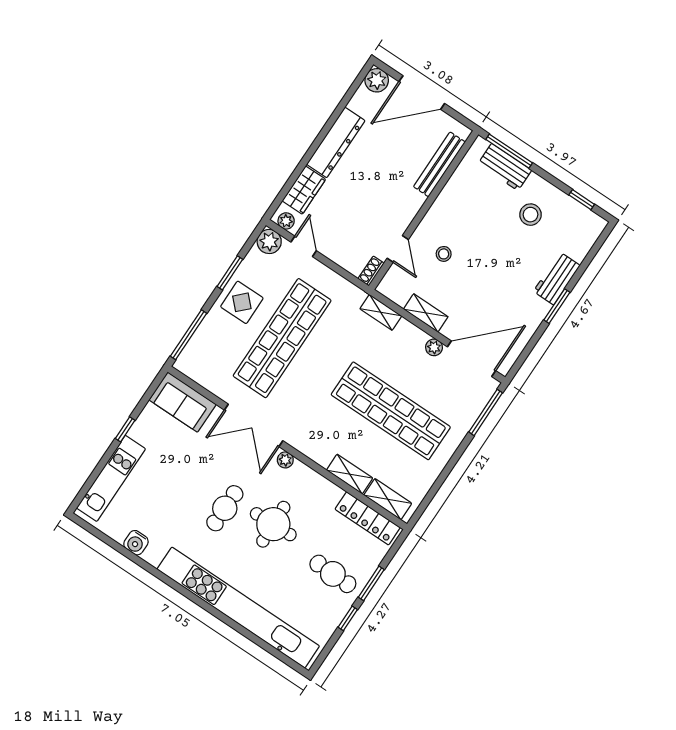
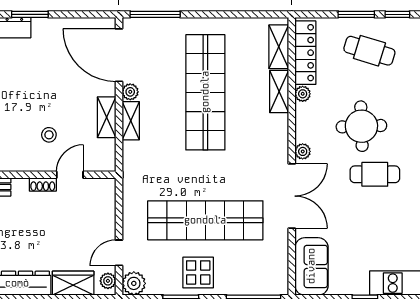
shoe rack: (371, 271) -> (43, 184), moved
shelving: (381, 312) -> (131, 121), moved
plant: (334, 493) -> (303, 94), added
cafe table: (333, 574) -> (369, 51), turned -74

